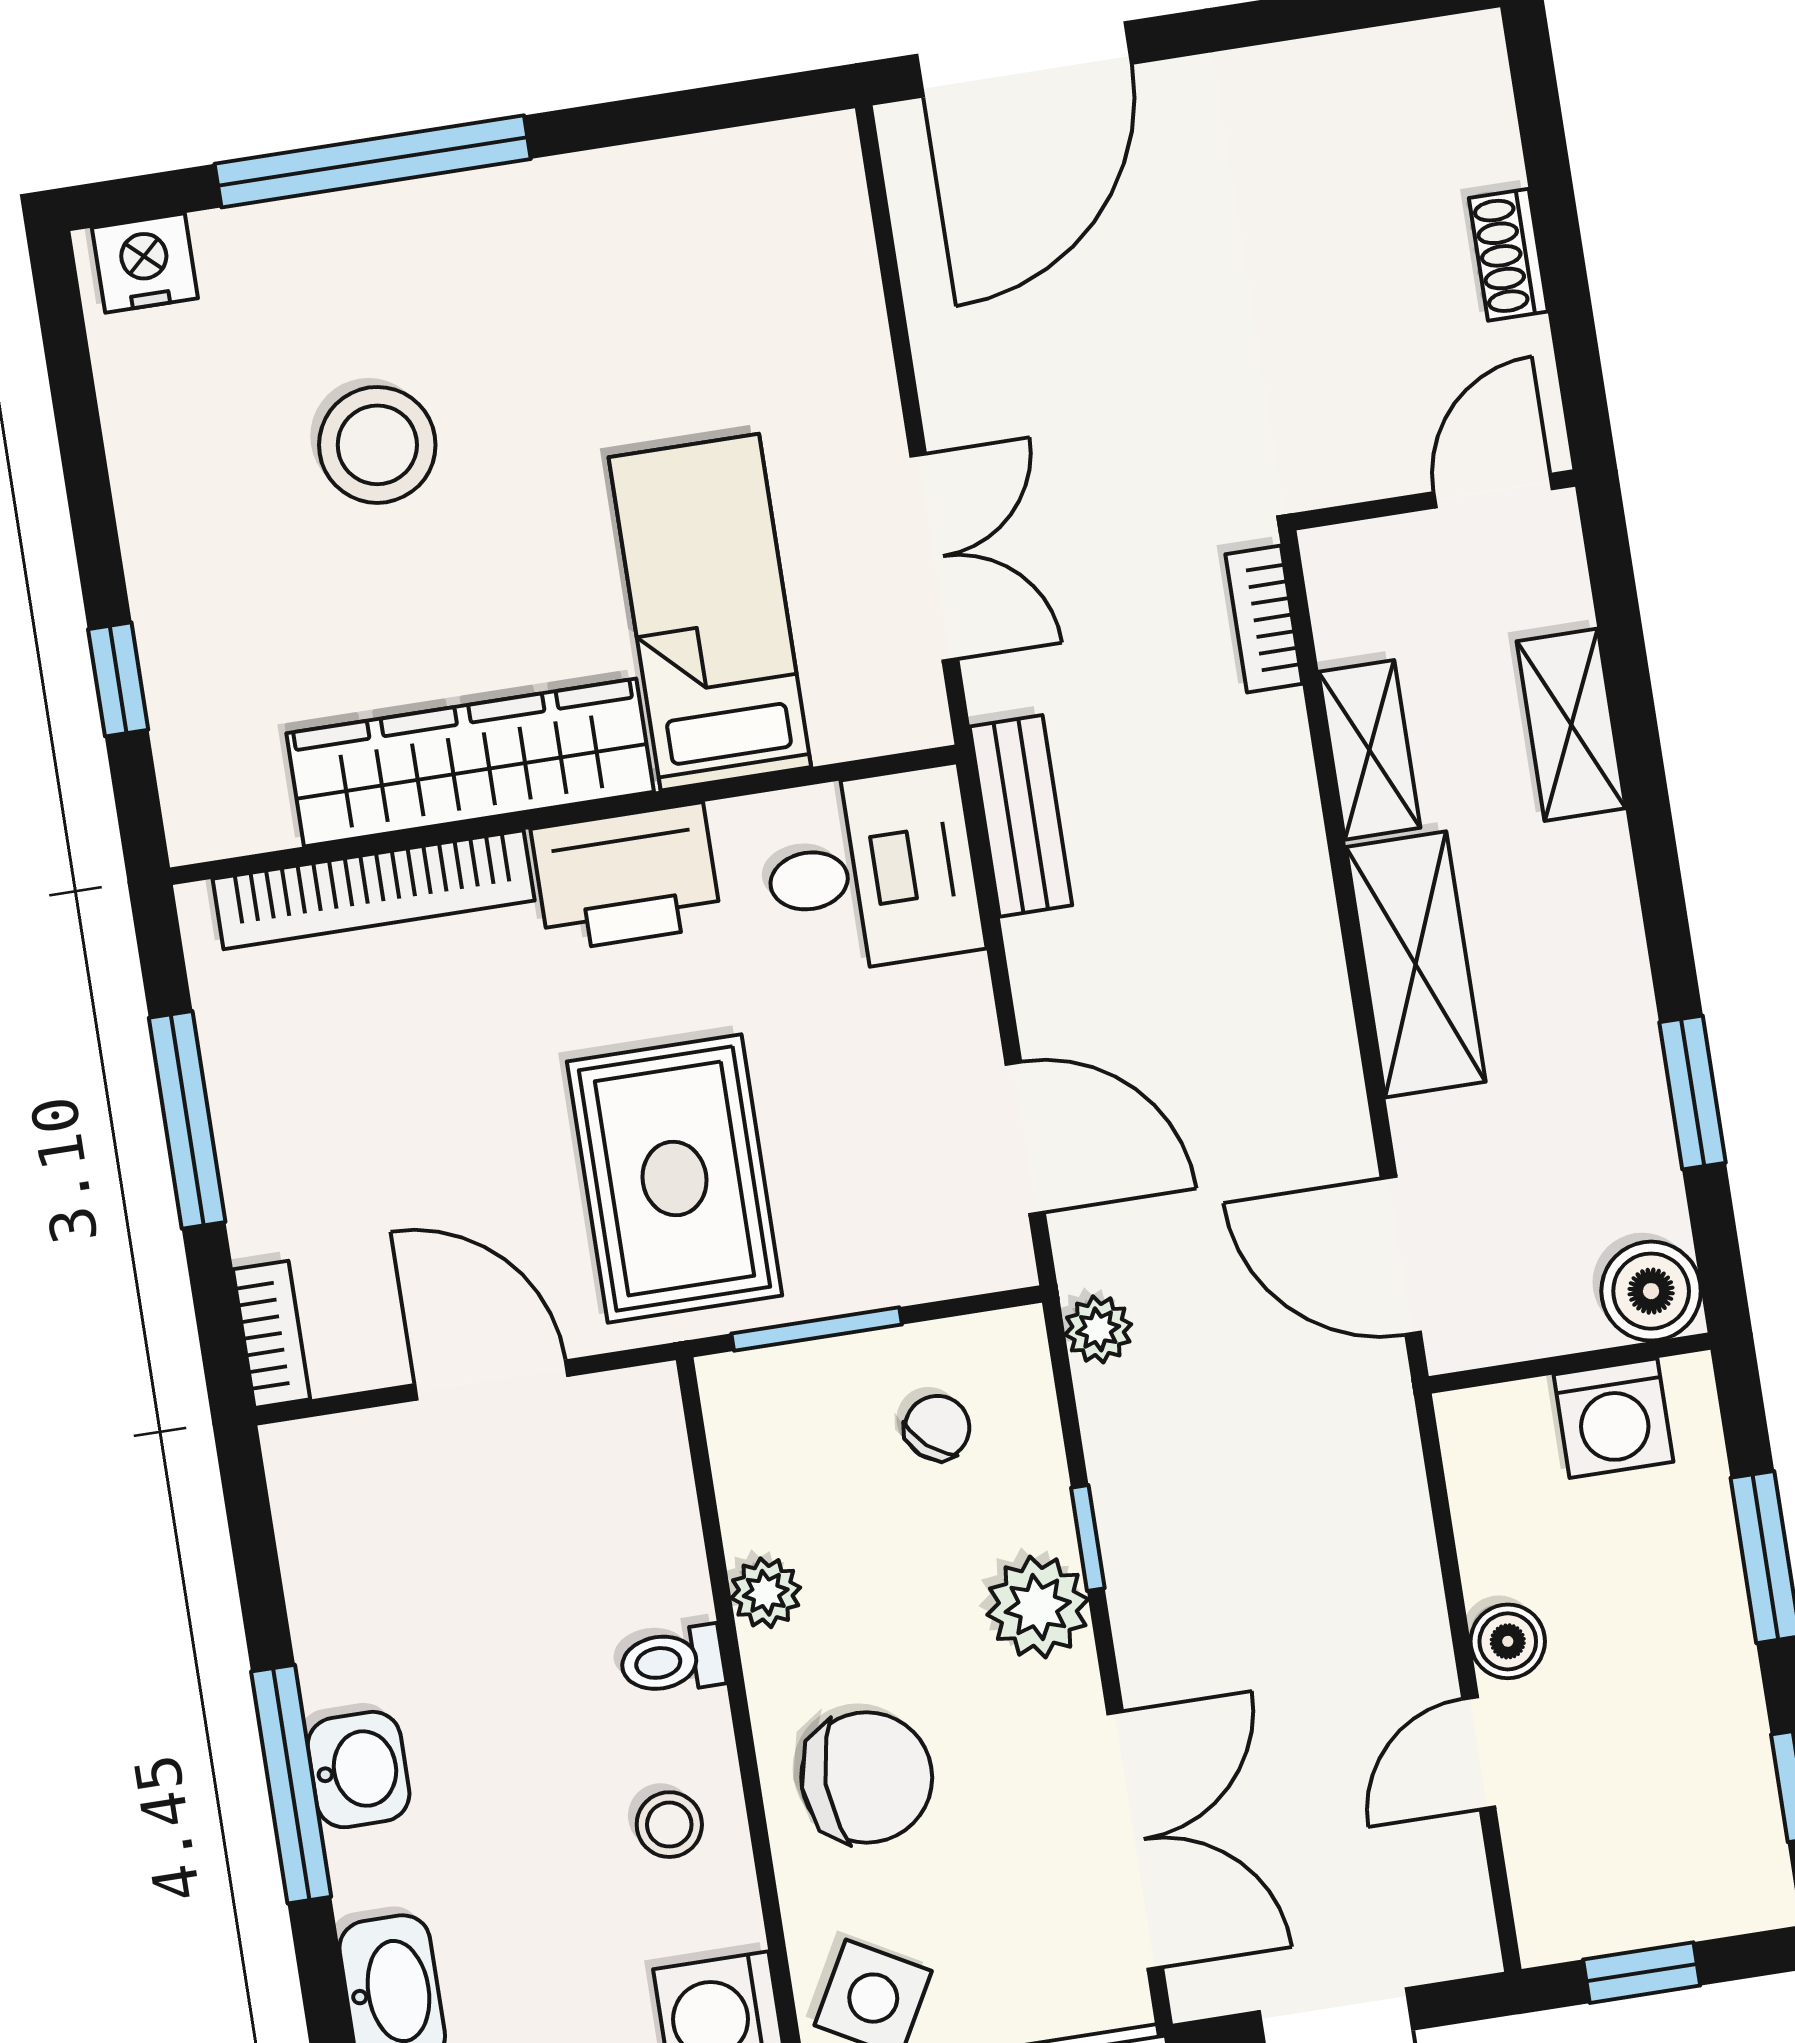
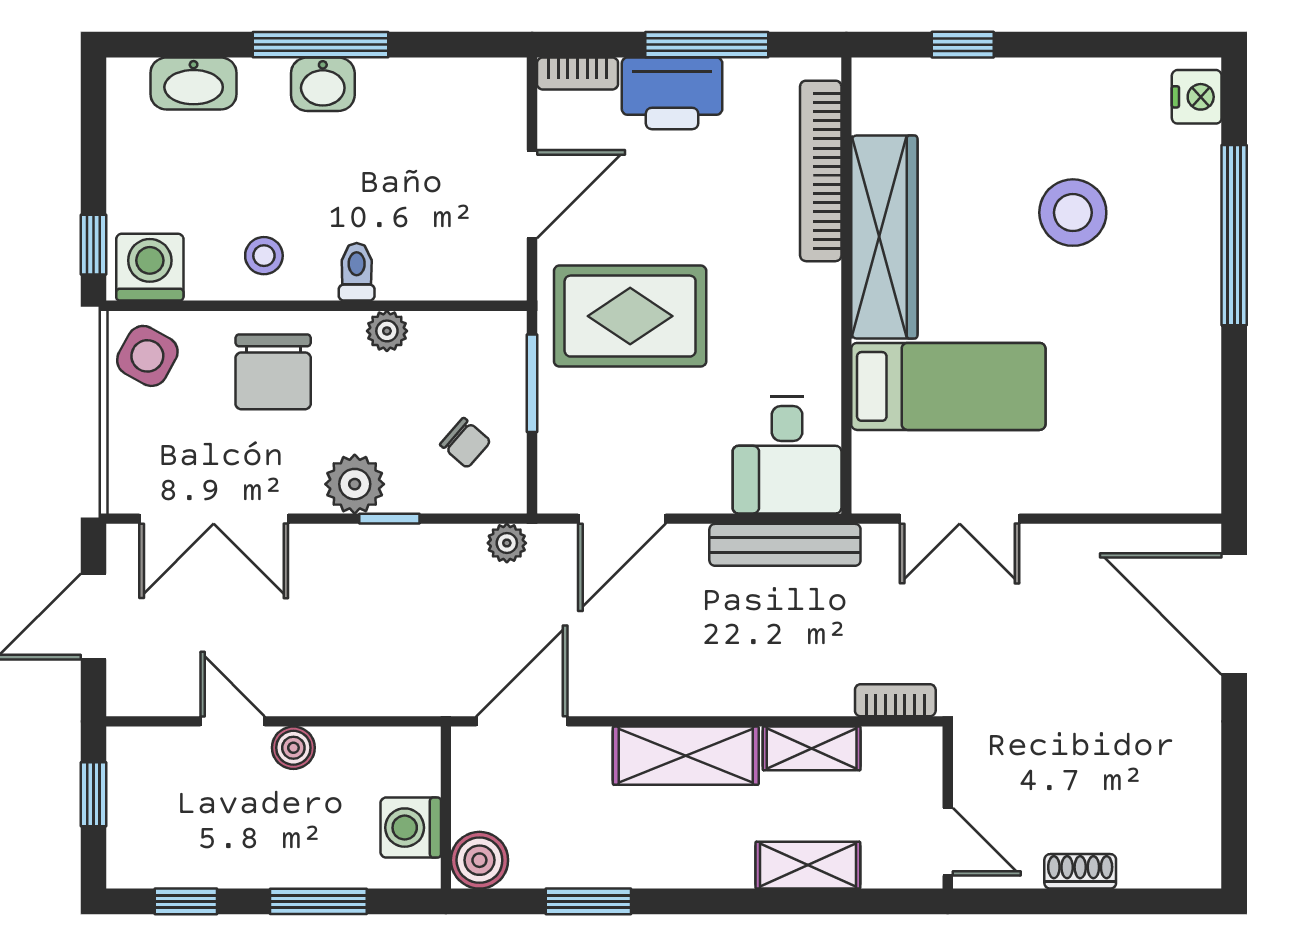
bench: (1021, 816) -> (785, 545), width x1.36
printer: (626, 877) -> (672, 93), moved, turned -90

